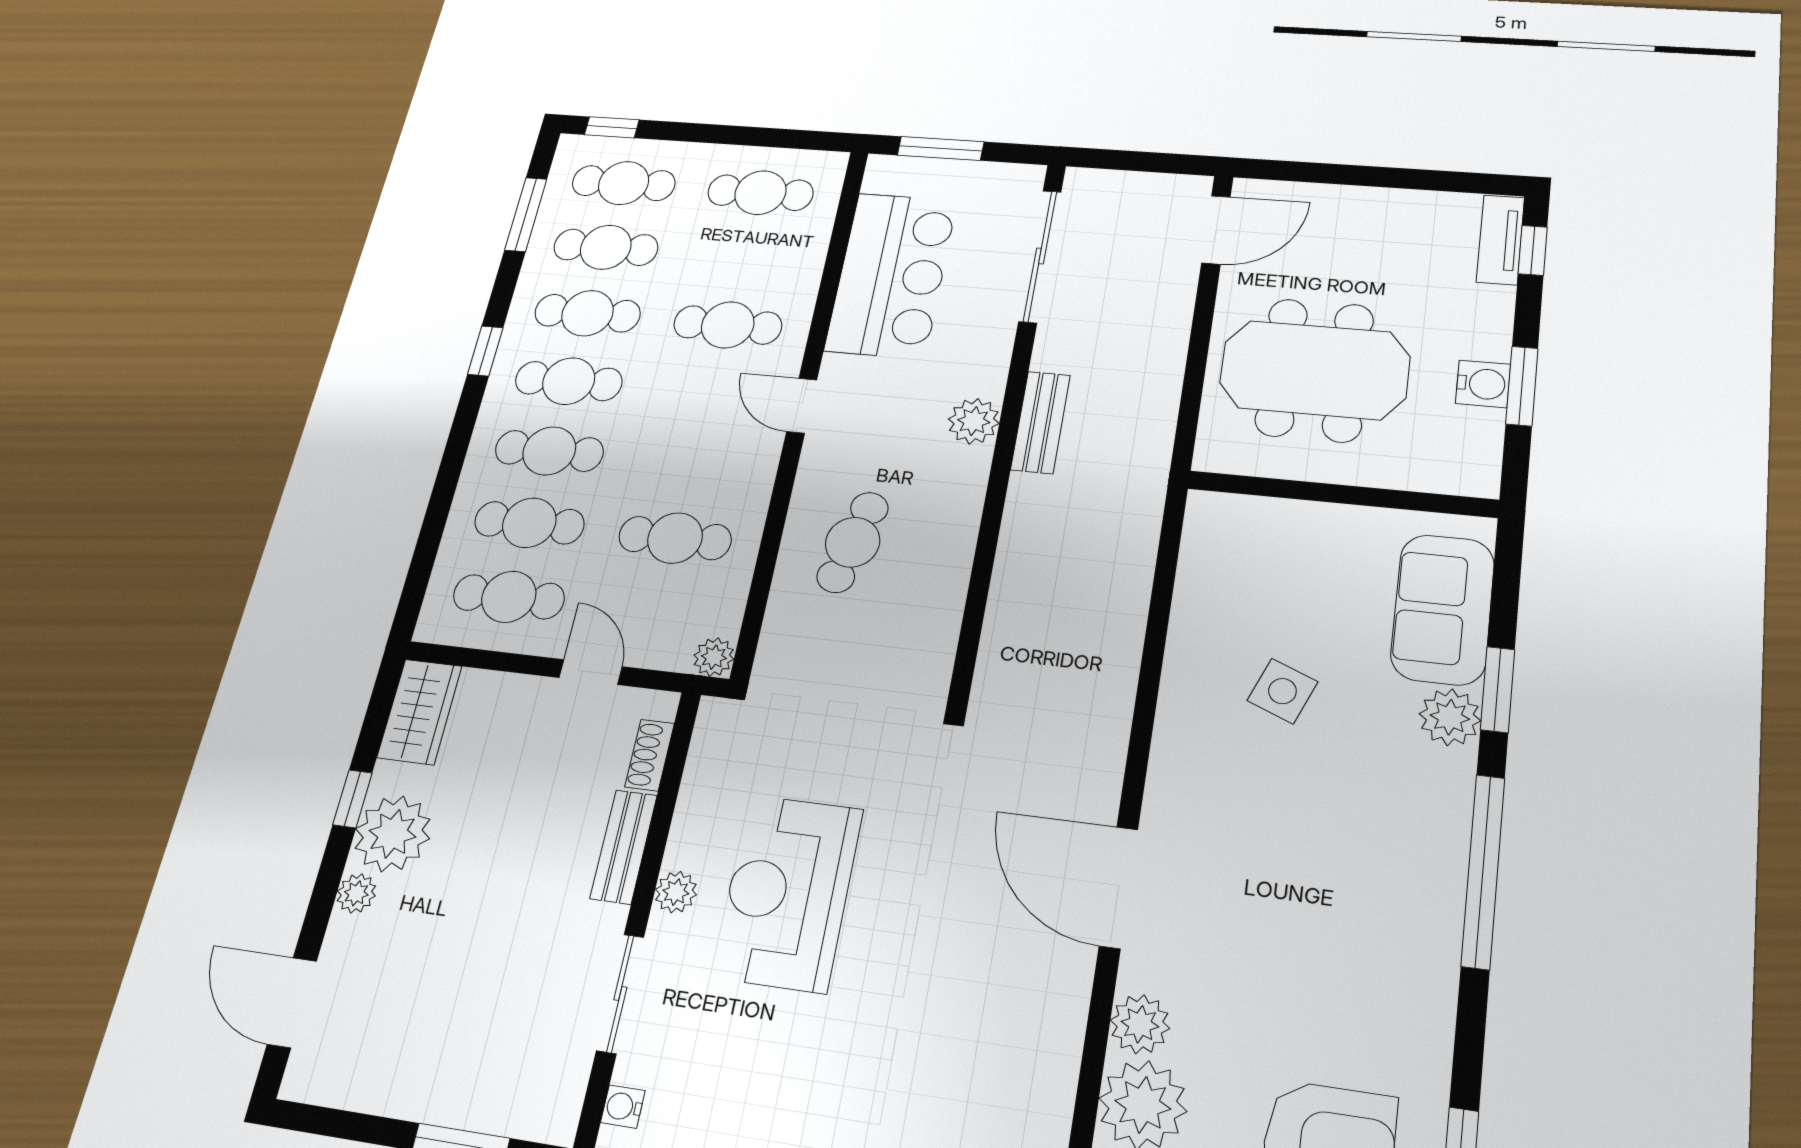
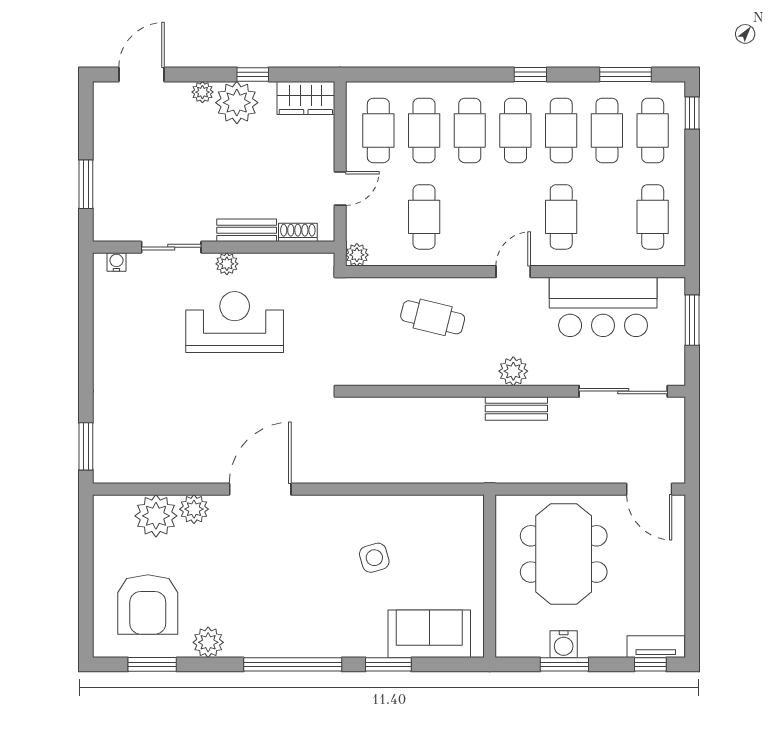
side table: (1282, 691) -> (374, 558), turned -38
plant: (1450, 717) -> (208, 642), moved

